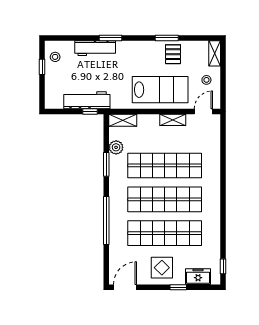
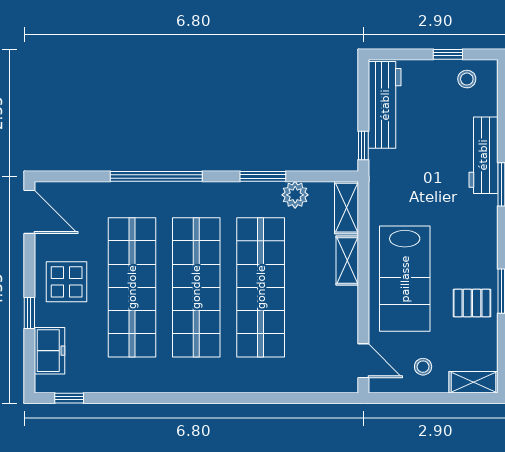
workbench: (87, 100) -> (385, 105), moved
shelving: (173, 120) -> (347, 261), moved

